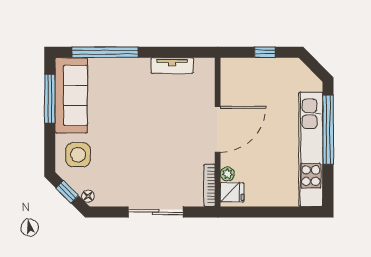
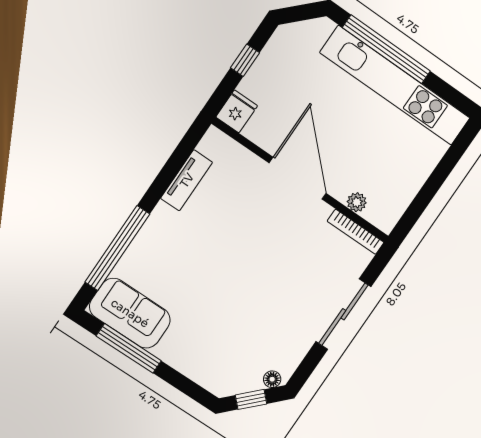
sofa: (71, 95) -> (130, 313), width x0.73
side table: (78, 155) -> (217, 359), removed
fridge: (232, 192) -> (237, 111), moved

